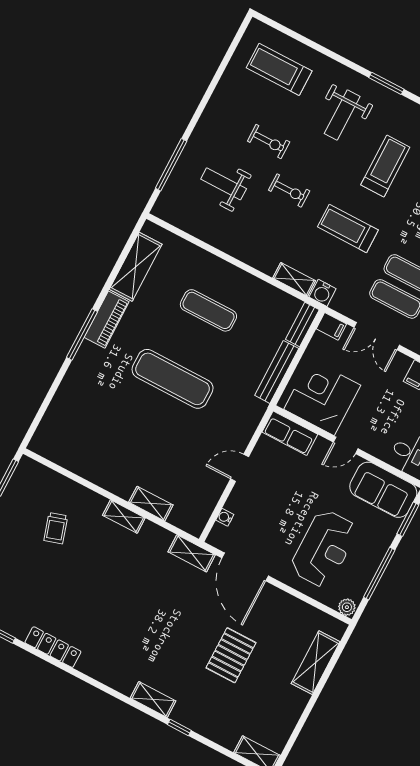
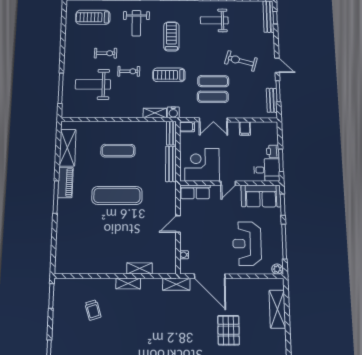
weight bench: (224, 184) -> (93, 84), width x1.36, depth x1.33
reception desk: (324, 549) -> (247, 244), turned 180

